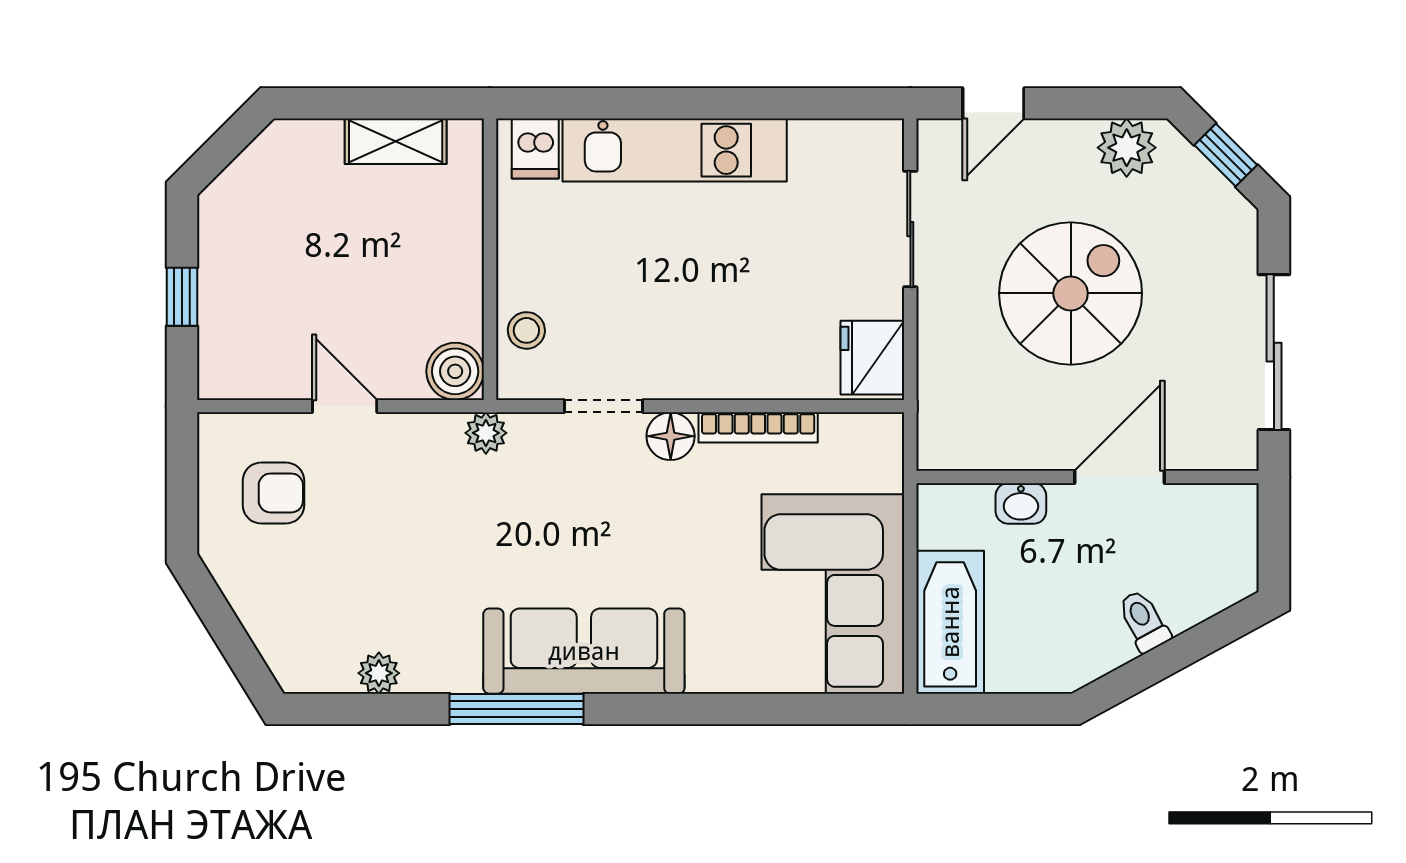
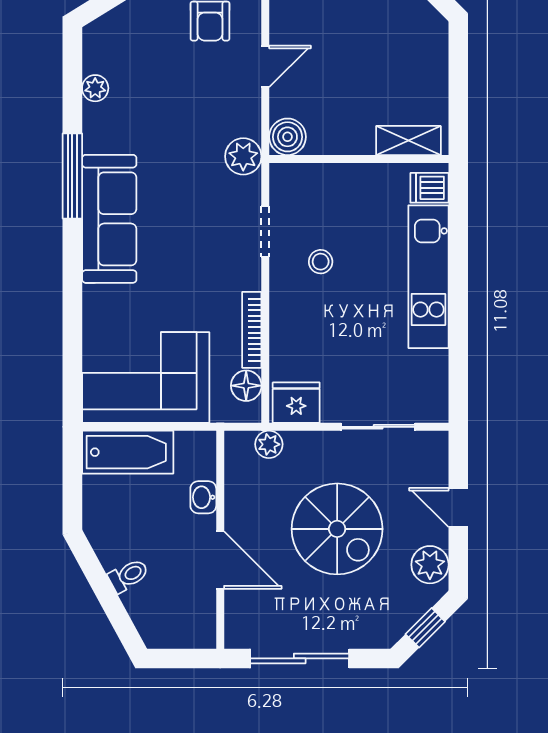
door: (993, 103) -> (458, 508), moved
shelving: (396, 141) -> (408, 141), moved, turned 90
stool: (526, 330) -> (321, 262), moved
plant: (938, 401) -> (269, 444), added
plant: (486, 433) -> (243, 156), width x1.38, depth x1.38
floor lamp: (671, 436) -> (246, 386), moved

